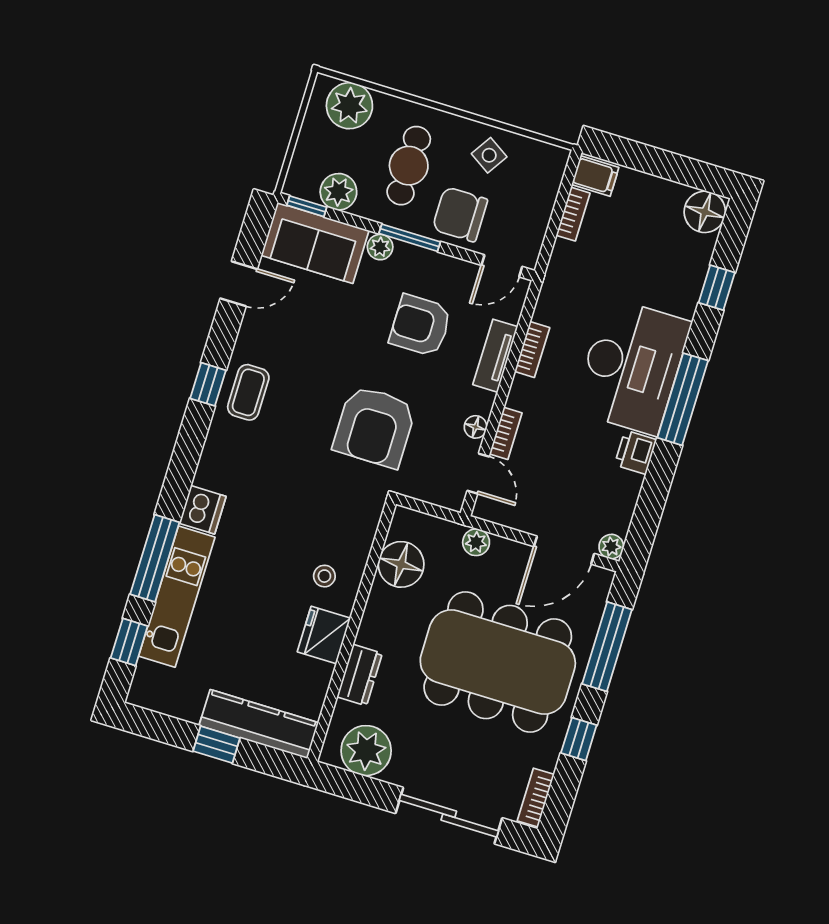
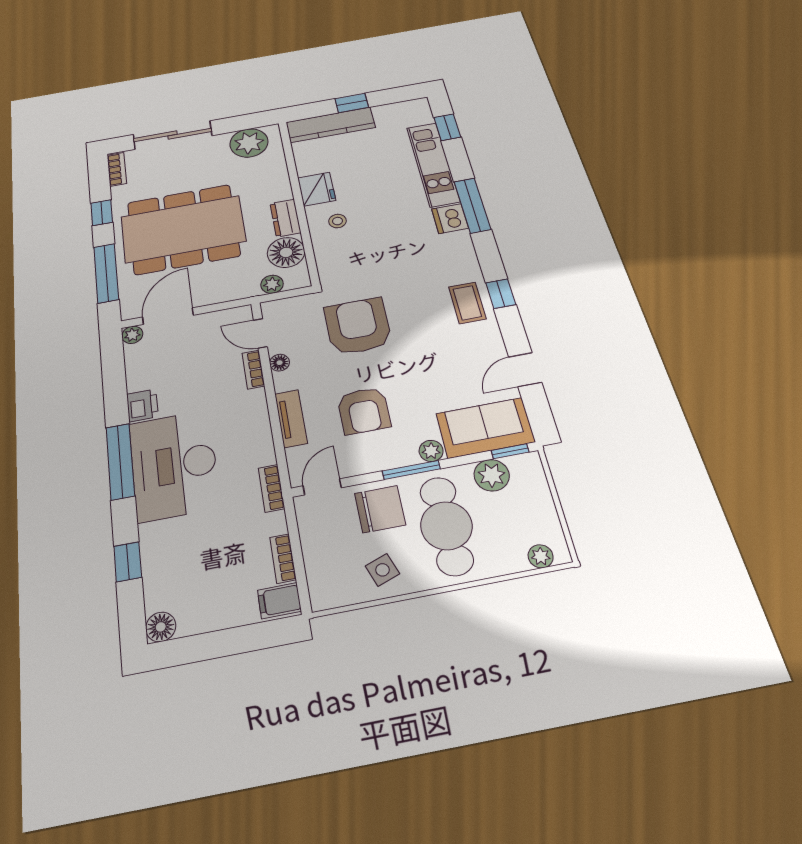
plant: (349, 106) -> (541, 556), width x0.53, depth x0.53
side table: (489, 155) -> (382, 570), turned 37
cafe table: (409, 166) -> (446, 526), width x1.37, depth x1.35
floor lamp: (705, 212) -> (161, 627), width x0.73, depth x0.73
armchair: (420, 325) -> (364, 411), turned 90
bookcase: (532, 349) -> (271, 488), moved
plant: (476, 542) -> (272, 284), moved
window: (155, 558) -> (472, 205), moved
dresser: (360, 675) -> (285, 218), moved

